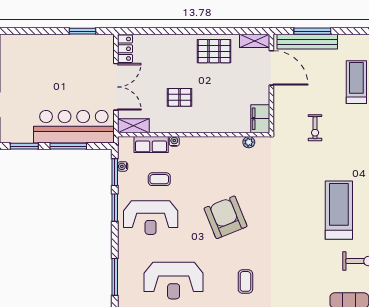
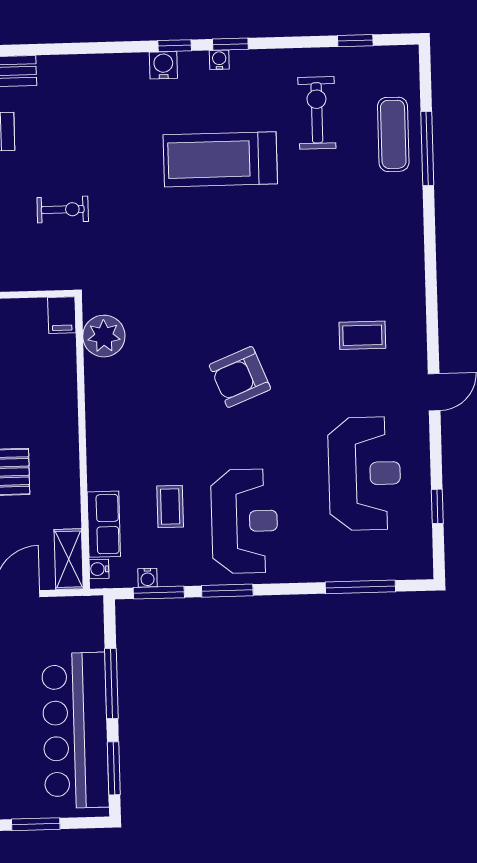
filing cabinet: (260, 119) -> (62, 315), width x0.50
bar counter: (74, 127) -> (75, 730), moved
water cooler: (174, 141) -> (99, 569), moved
plant: (249, 142) -> (104, 336), width x1.88, depth x1.88
armchair: (226, 217) -> (240, 377), width x0.73, depth x0.73

